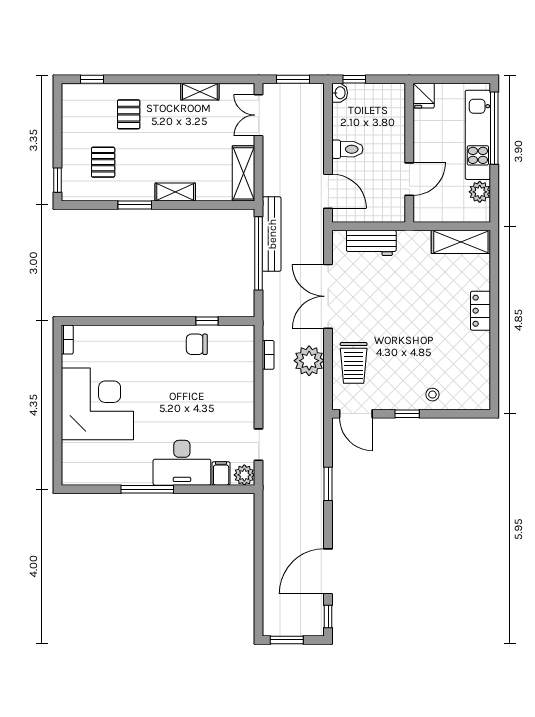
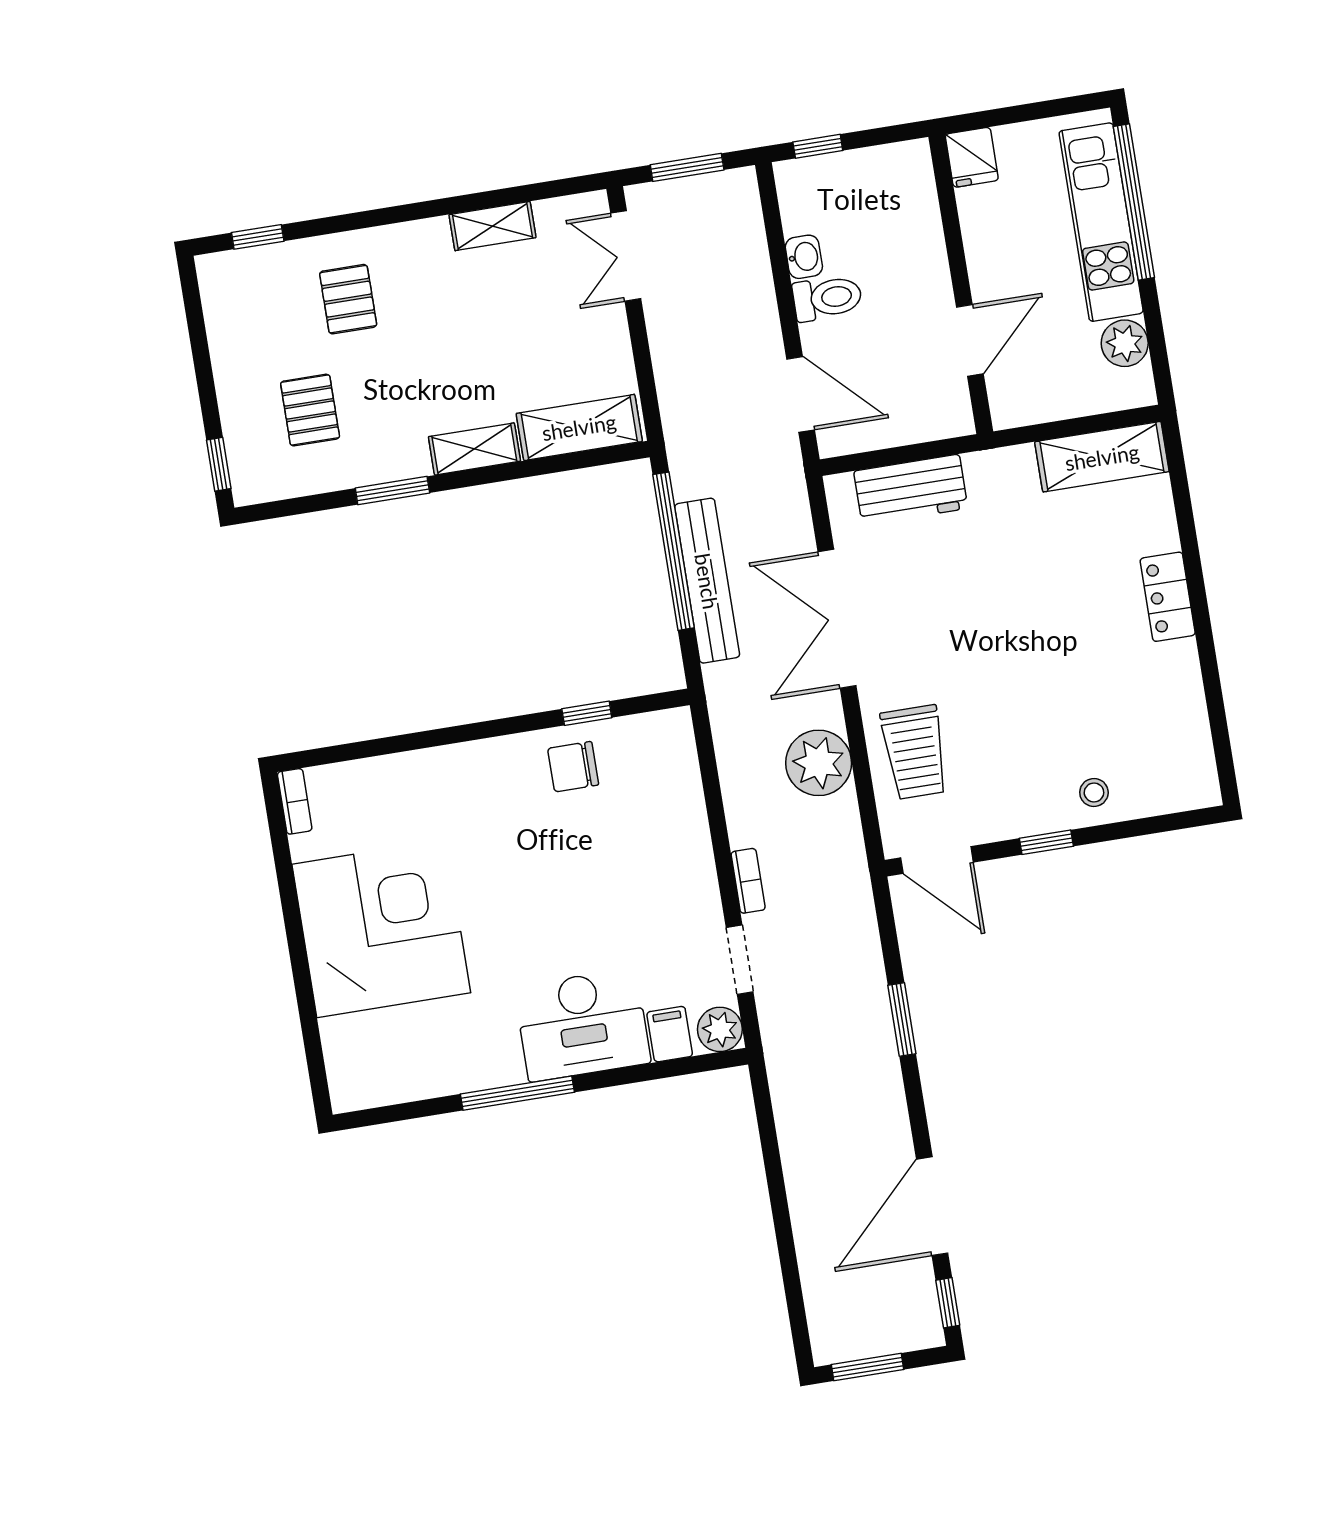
washbasin: (340, 93) -> (804, 257), moved
shelving: (244, 173) -> (579, 427), moved, turned 90
bench: (272, 234) -> (707, 581), moved
bookcase: (268, 355) -> (748, 881), moved

